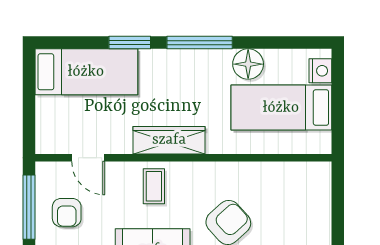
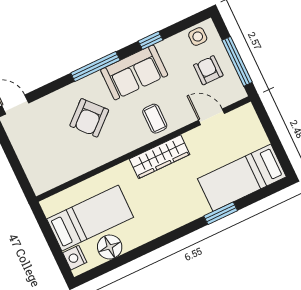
window: (200, 43) -> (171, 237), removed
floor lamp: (248, 64) -> (110, 247), moved

